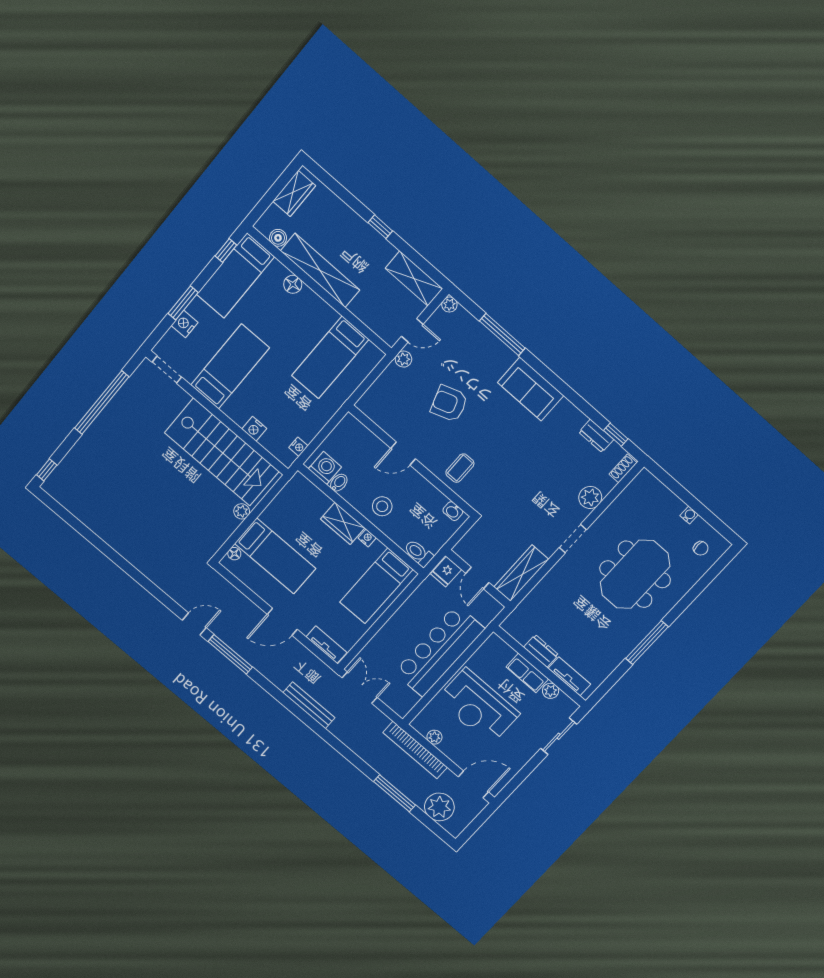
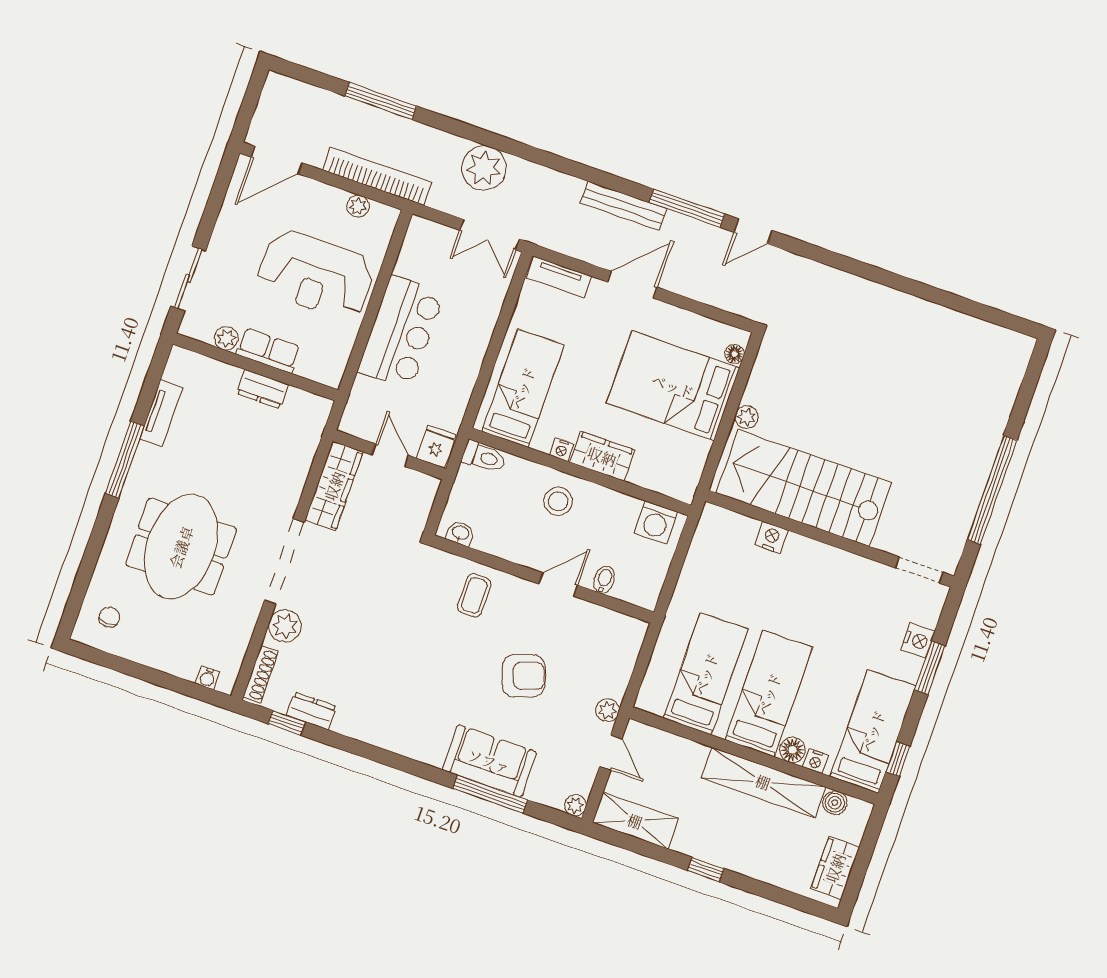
door: (412, 330) -> (611, 753), swing flipped
bed: (230, 366) -> (769, 694), moved, turned 180
sofa: (531, 389) -> (489, 761), moved
nightstand: (298, 447) -> (816, 761), moved, turned -90
shoe rack: (623, 468) -> (261, 674), width x1.43
window: (47, 470) -> (1035, 366), removed
bidet: (339, 483) -> (604, 580), moved, turned 180
water cooler: (689, 515) -> (207, 678), moved
doorway: (573, 539) -> (284, 561), width x1.88
chair: (701, 548) -> (109, 617), turned 90
bed: (275, 556) -> (673, 386), width x1.50
bar counter: (439, 651) -> (401, 332), width x0.73
tv unit: (569, 676) -> (161, 413), moved, turned -90
bench: (309, 705) -> (623, 206), moved
reception desk: (478, 707) -> (316, 275), turned 180
plant: (439, 807) -> (484, 168), moved

